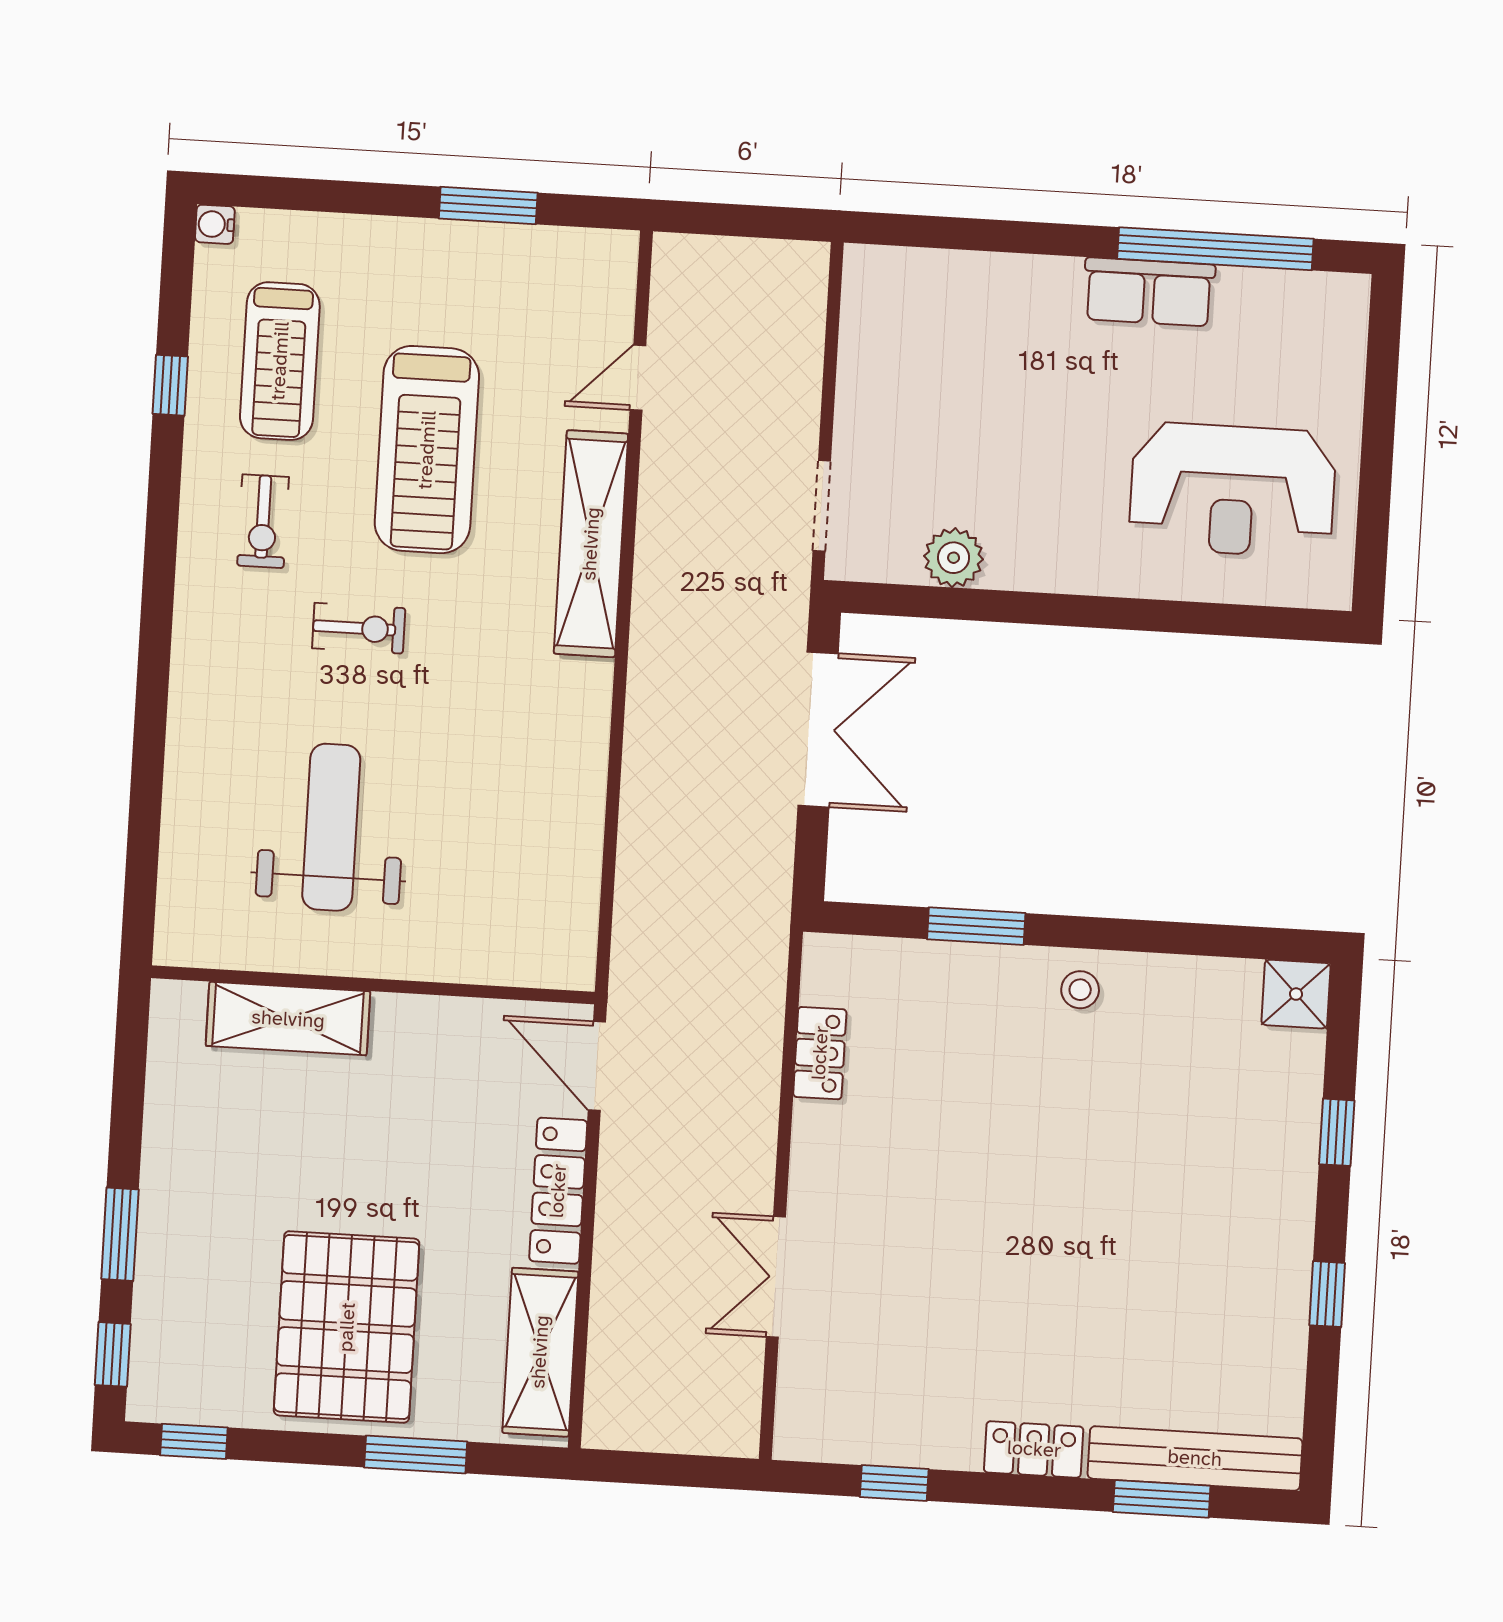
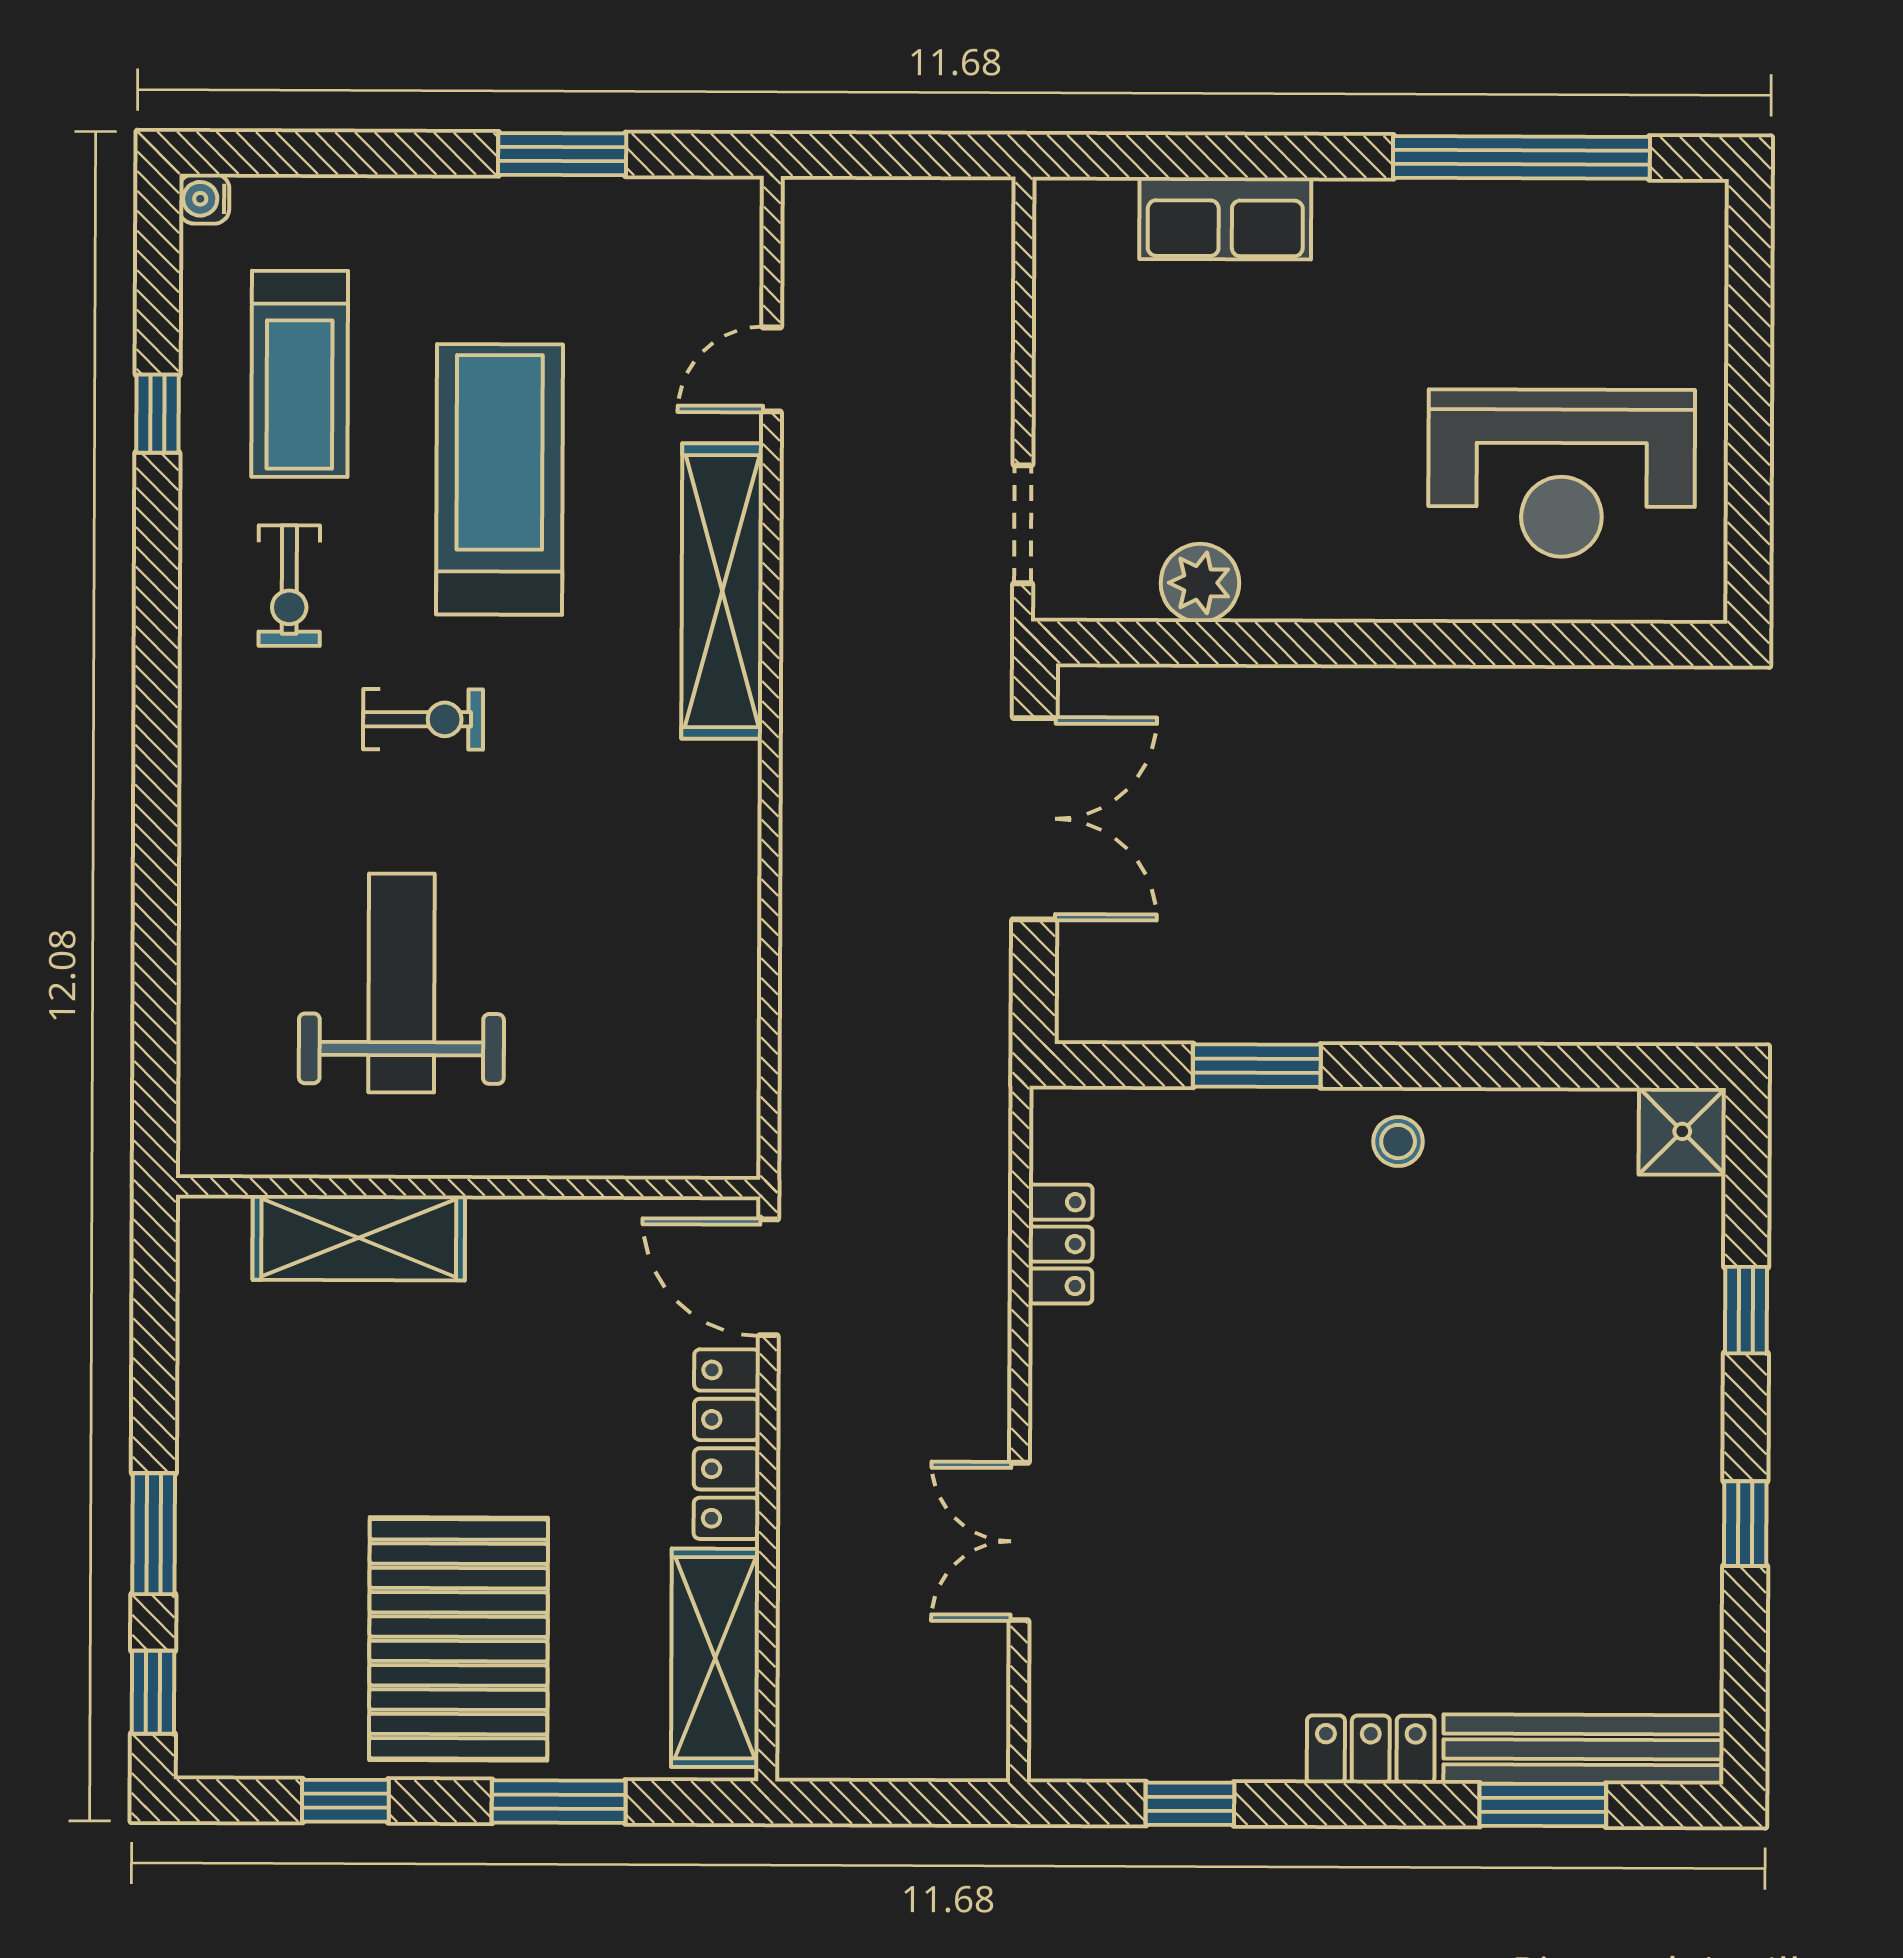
row of seats: (1149, 292) -> (1225, 218), moved
treadmill: (427, 450) -> (499, 479), turned 180
window: (194, 1441) -> (345, 1801), moved

